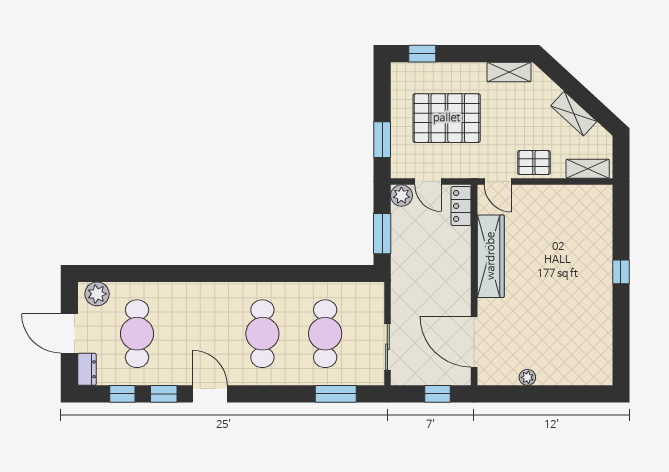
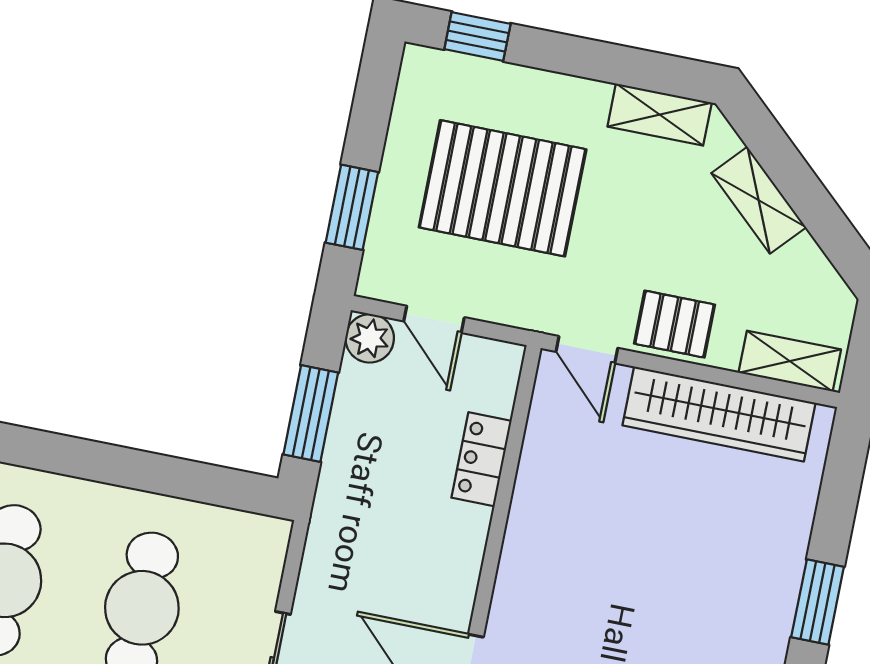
shelving: (574, 114) -> (759, 200), moved
locker: (461, 206) -> (481, 459), moved
wardrobe: (491, 256) -> (719, 414), moved, turned 90
window: (621, 272) -> (818, 602), width x1.50

